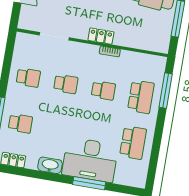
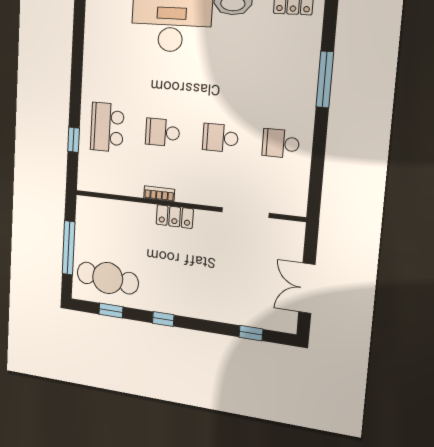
window: (166, 91) -> (74, 140), width x0.46
school desk: (20, 123) -> (287, 67), removed
school desk: (133, 143) -> (111, 55), removed

